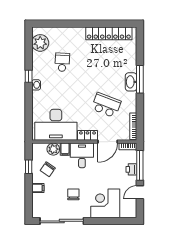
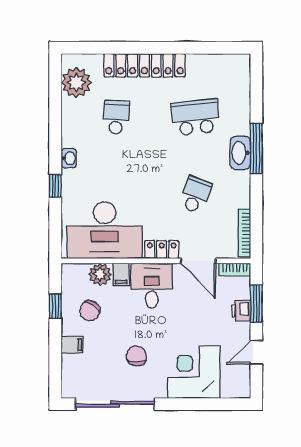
locker: (109, 33) -> (144, 65), moved
school desk: (106, 62) -> (195, 117), added
window: (29, 76) -> (55, 186), moved
school desk: (106, 105) -> (195, 195), width x0.54
door: (108, 142) -> (198, 261), hinge flipped
window: (140, 165) -> (256, 304), width x0.69

